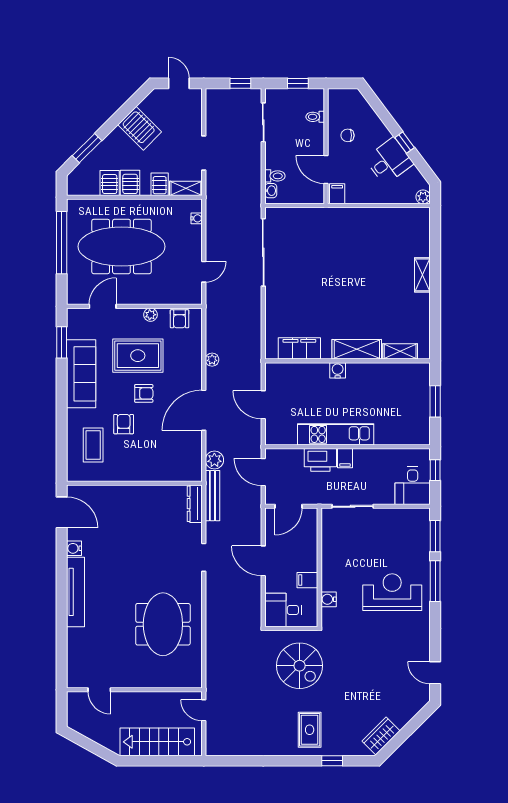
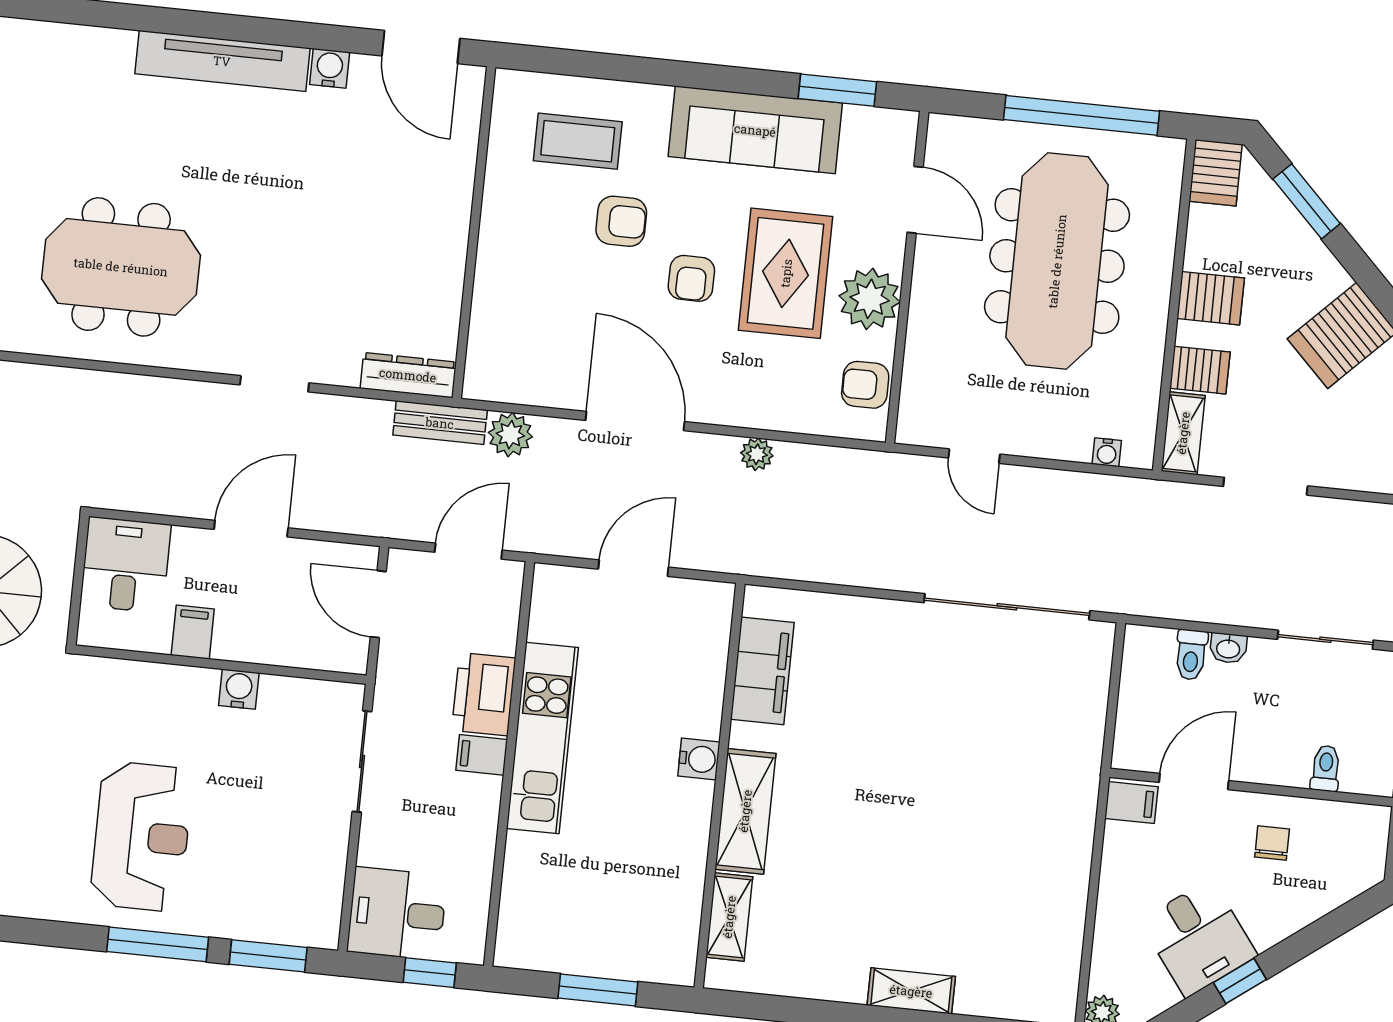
server rack: (110, 183) -> (1216, 173), moved, turned 90
washbasin: (271, 191) -> (1228, 648), moved
plant: (150, 315) -> (870, 299), width x1.88, depth x1.88
bench: (212, 496) -> (440, 423), width x0.73
door: (62, 512) -> (421, 47), hinge flipped
water cooler: (329, 599) -> (239, 689), moved

